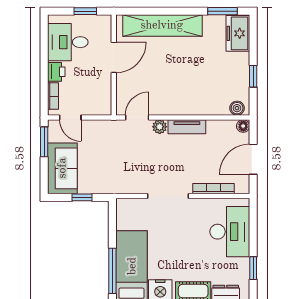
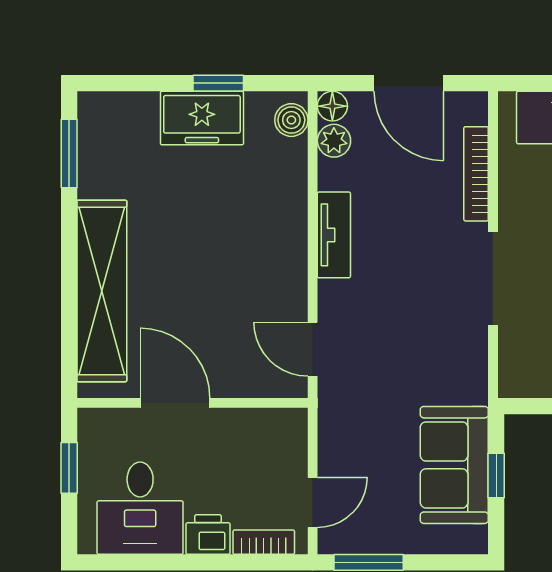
freezer: (238, 33) -> (202, 118), moved
plant: (160, 127) -> (334, 141), moved
sofa: (62, 168) -> (454, 465), moved, turned -90

